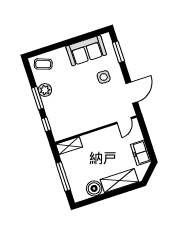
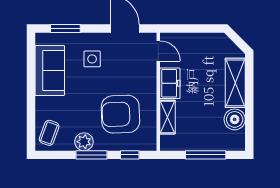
armchair: (72, 109) -> (120, 114), added
shelving: (69, 146) -> (167, 117), moved
freezer: (141, 153) -> (170, 83), moved, turned -90

